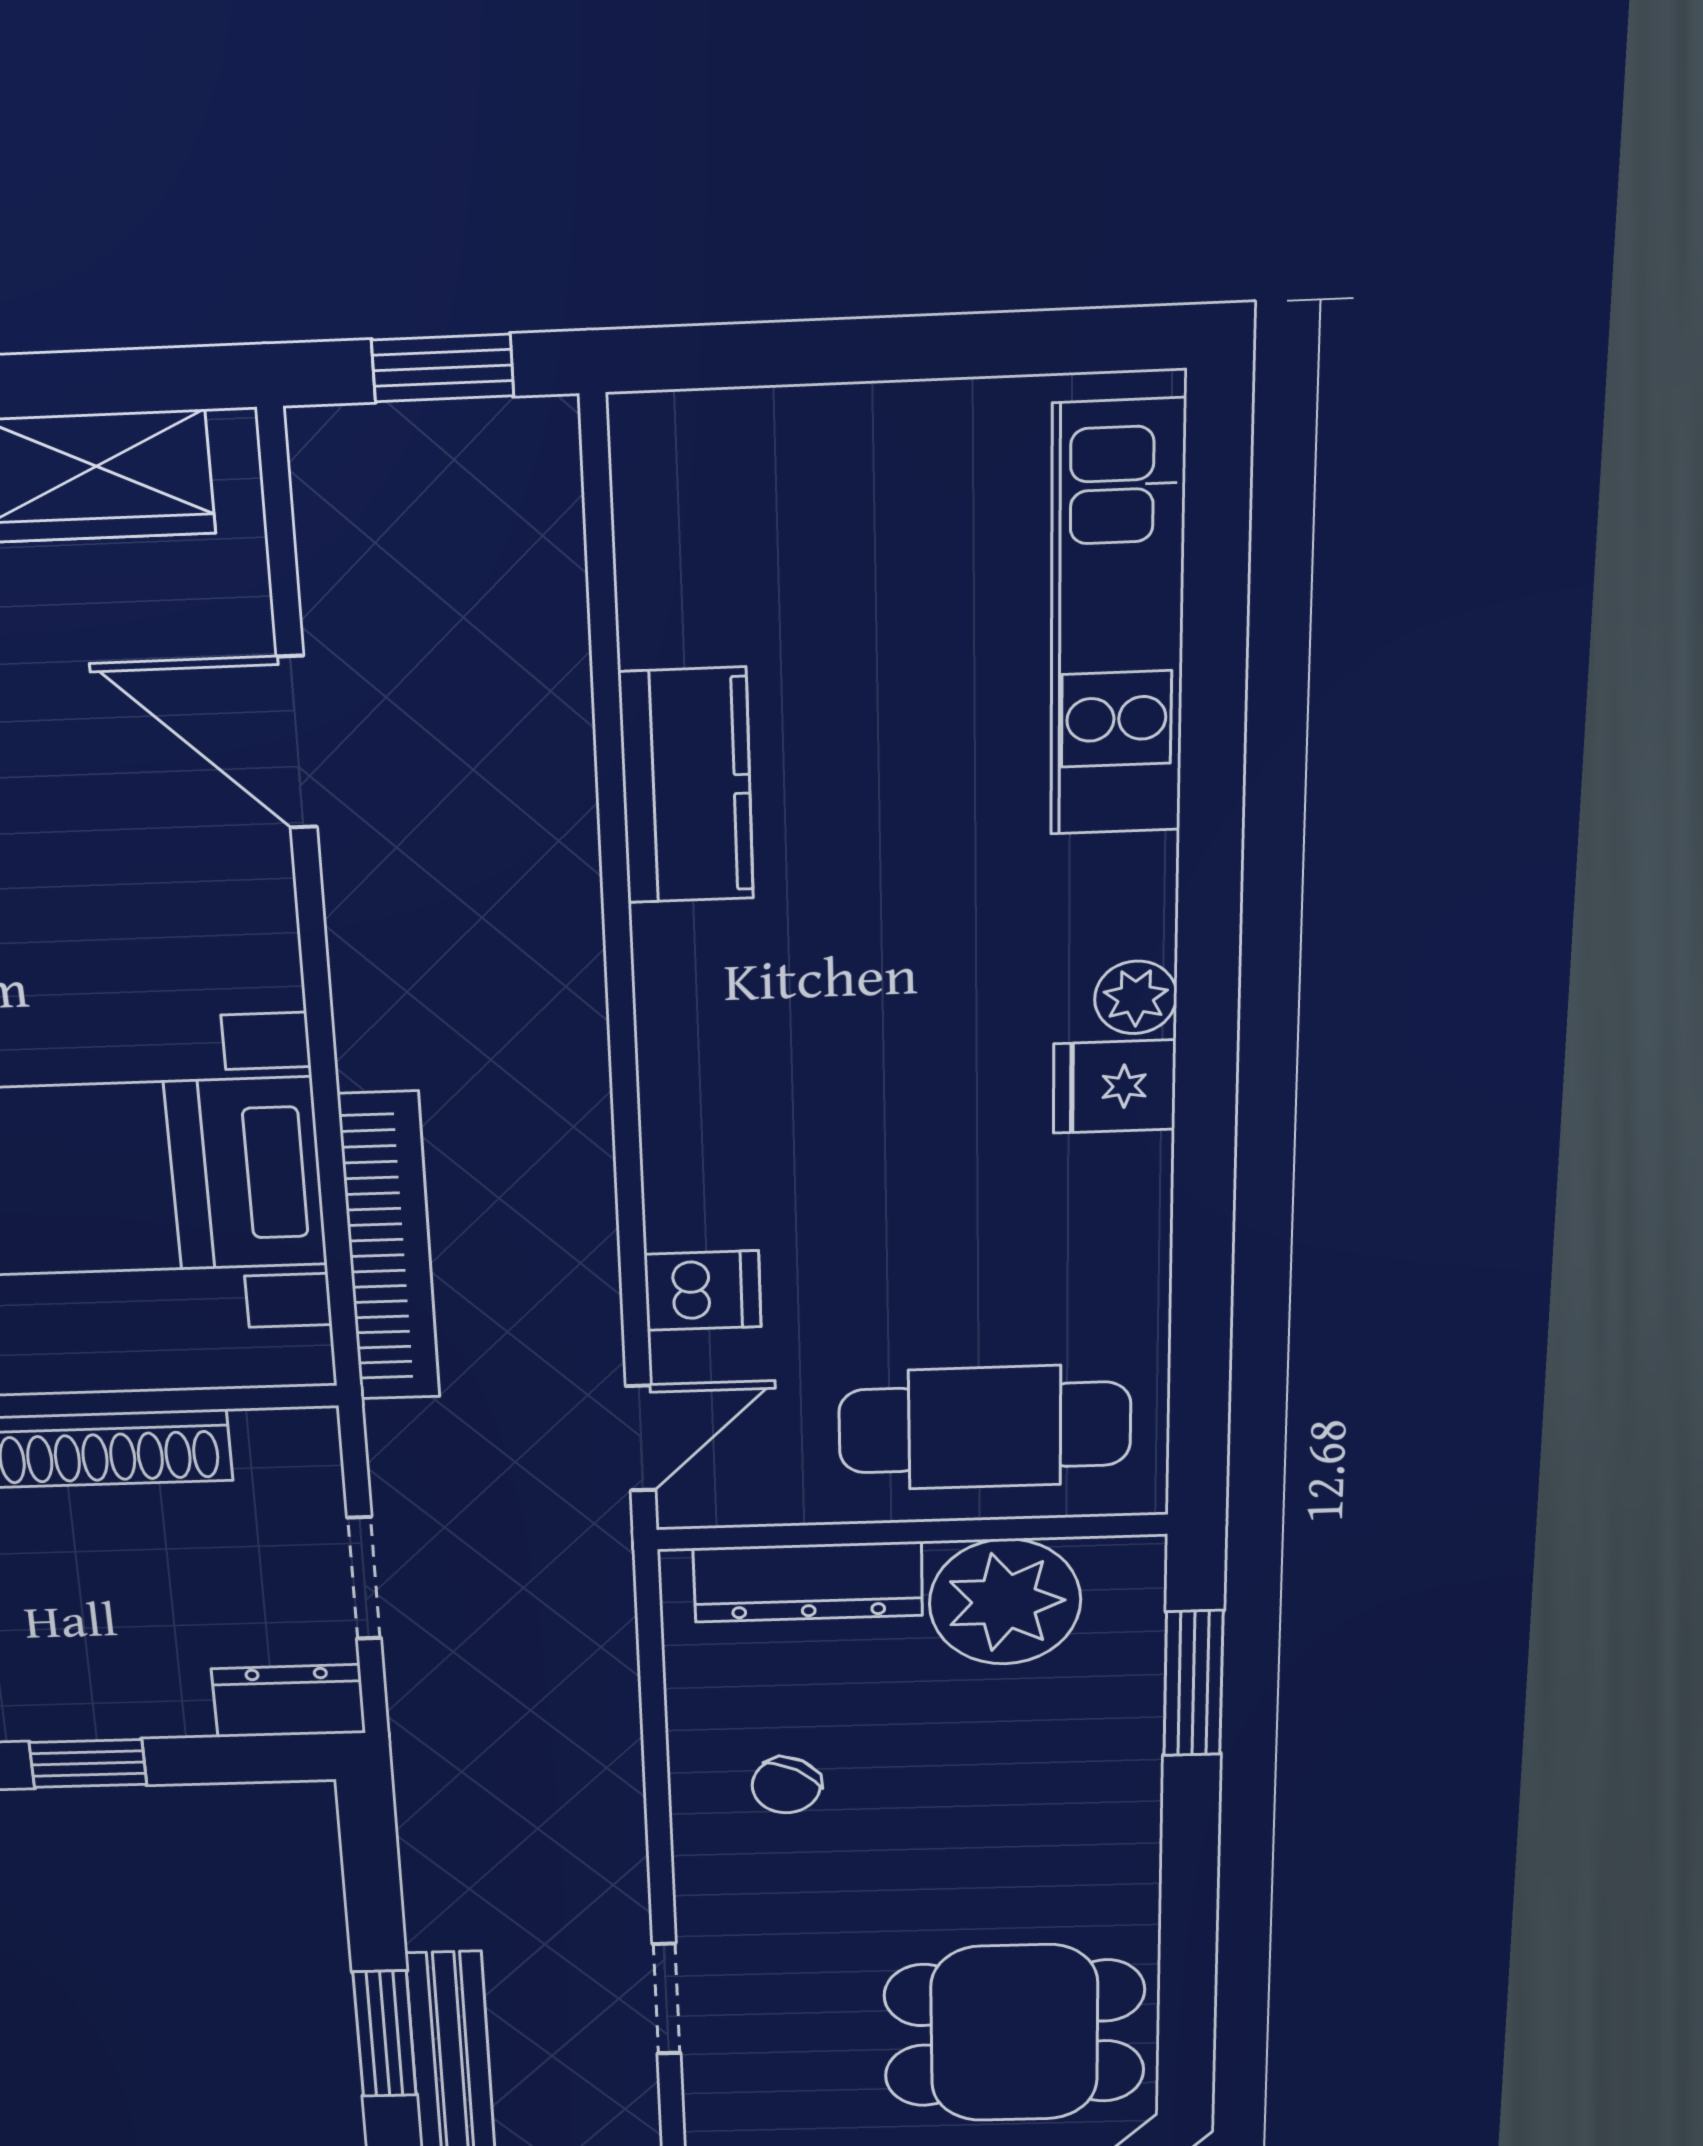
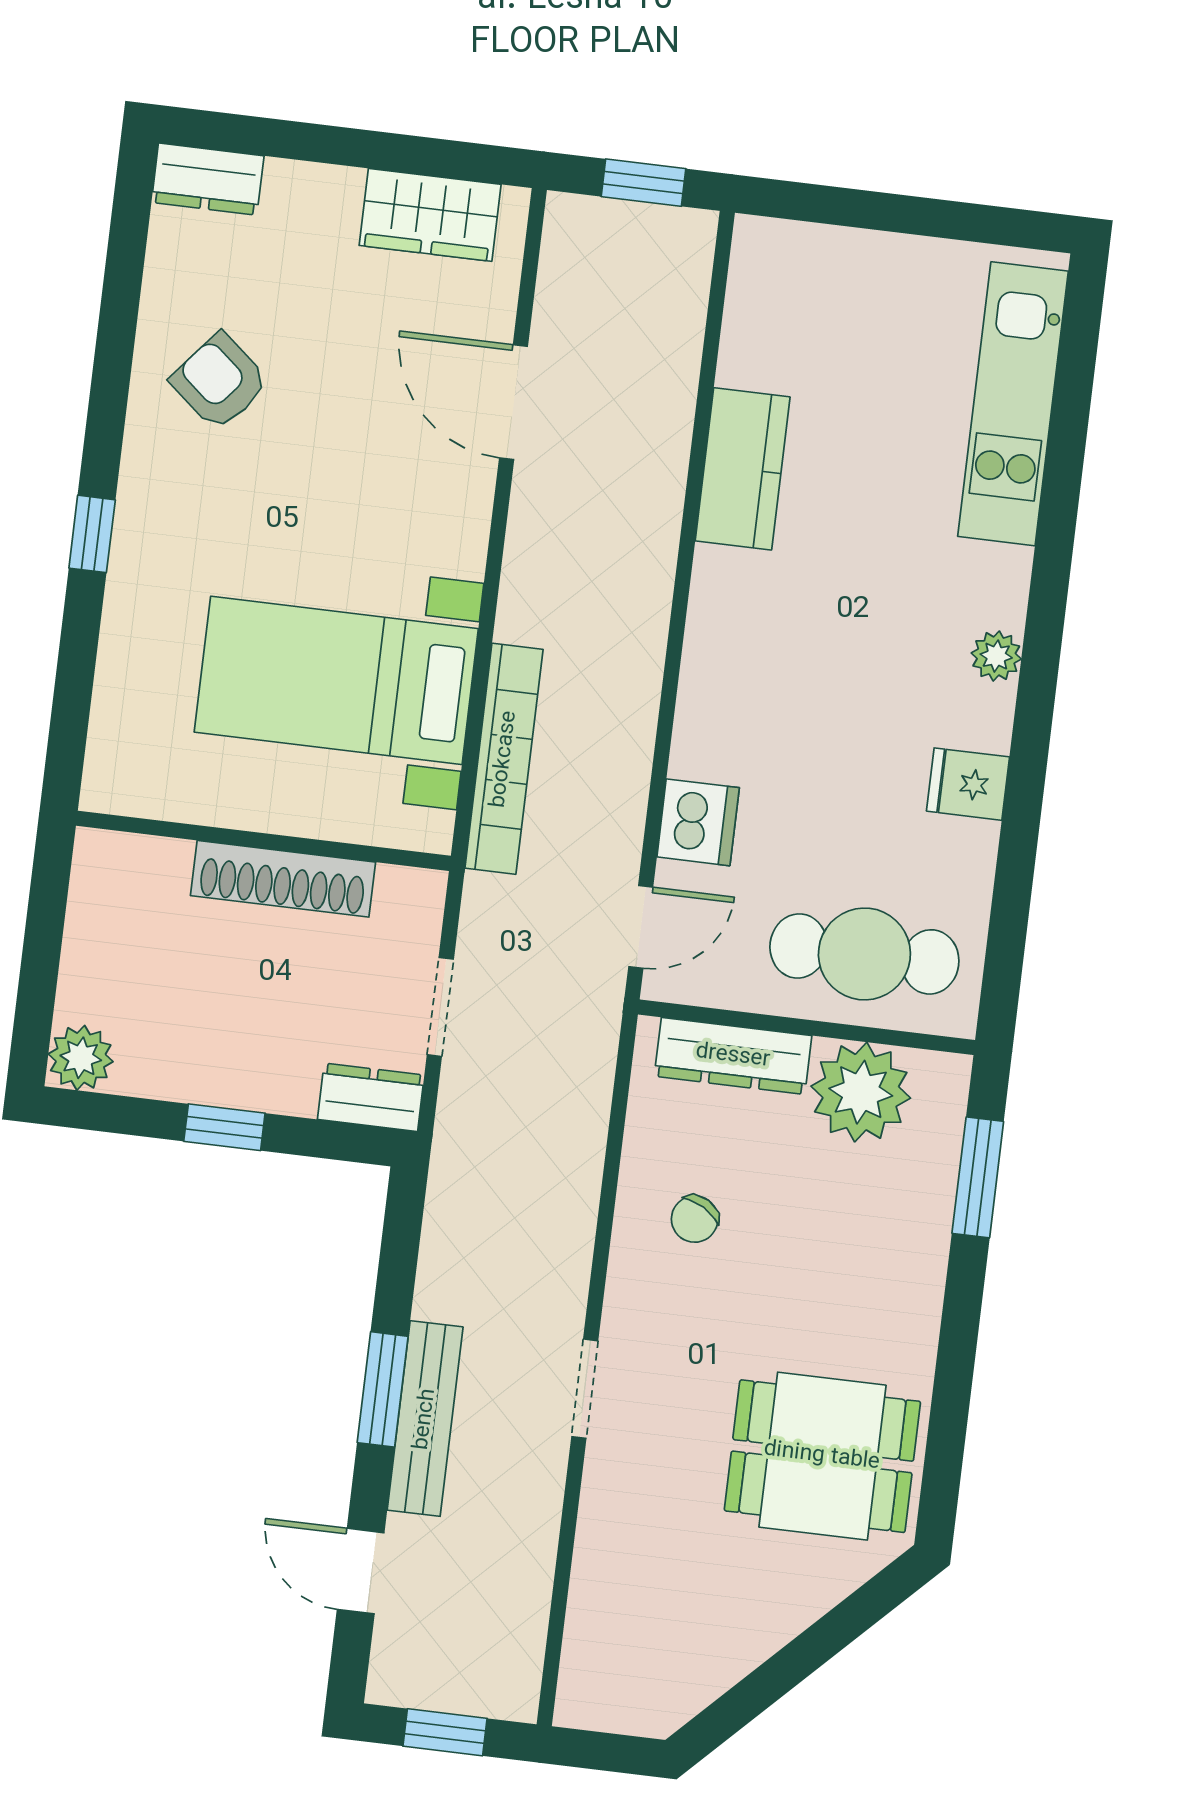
fridge: (1114, 1087) -> (968, 784), moved
dishwasher: (703, 1291) -> (698, 822), width x1.38

